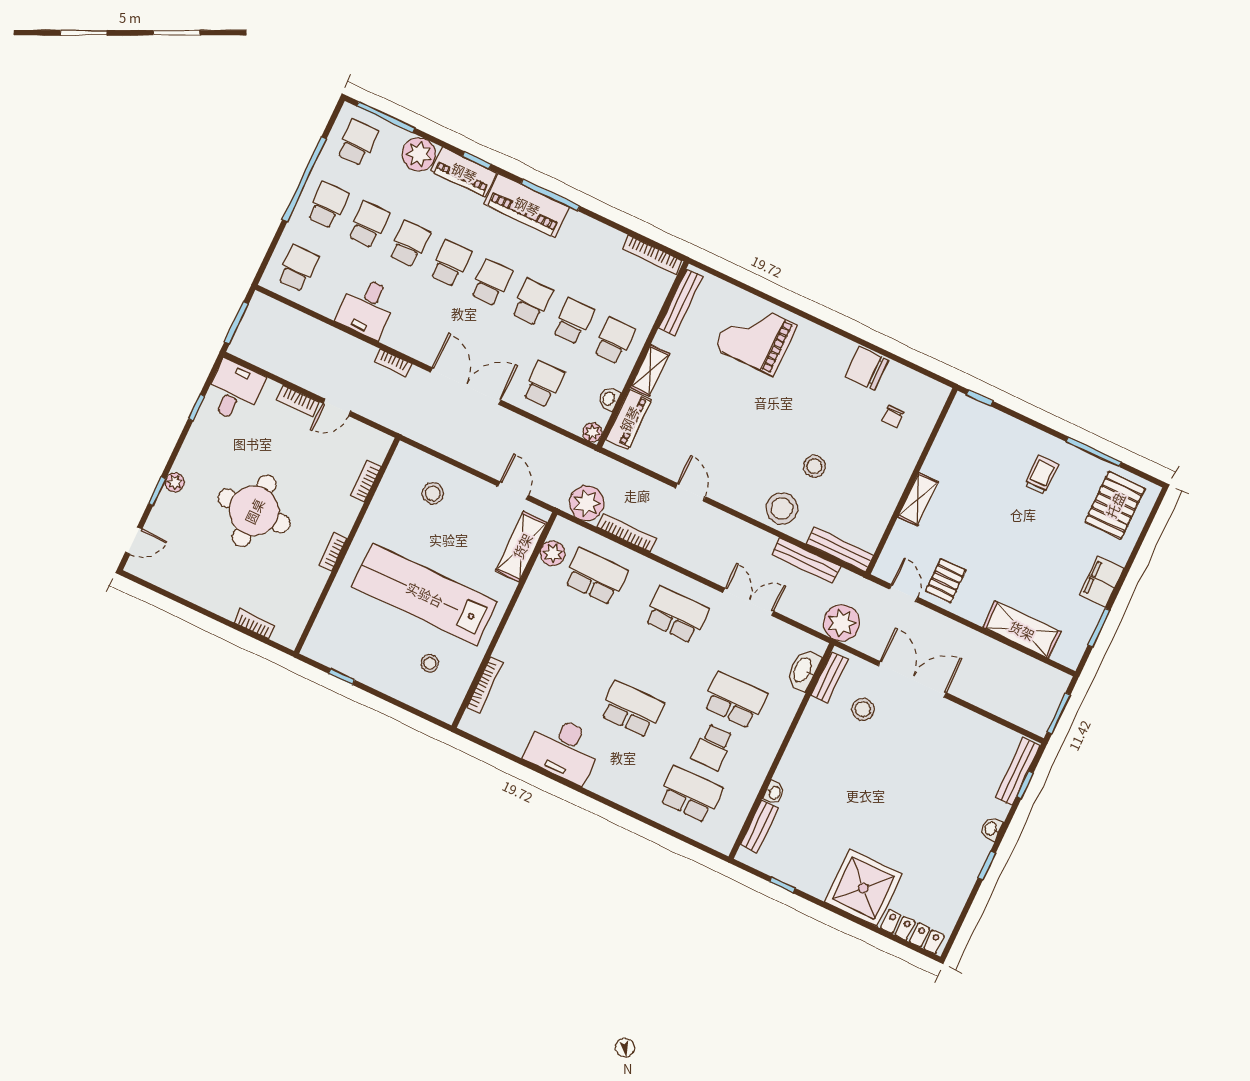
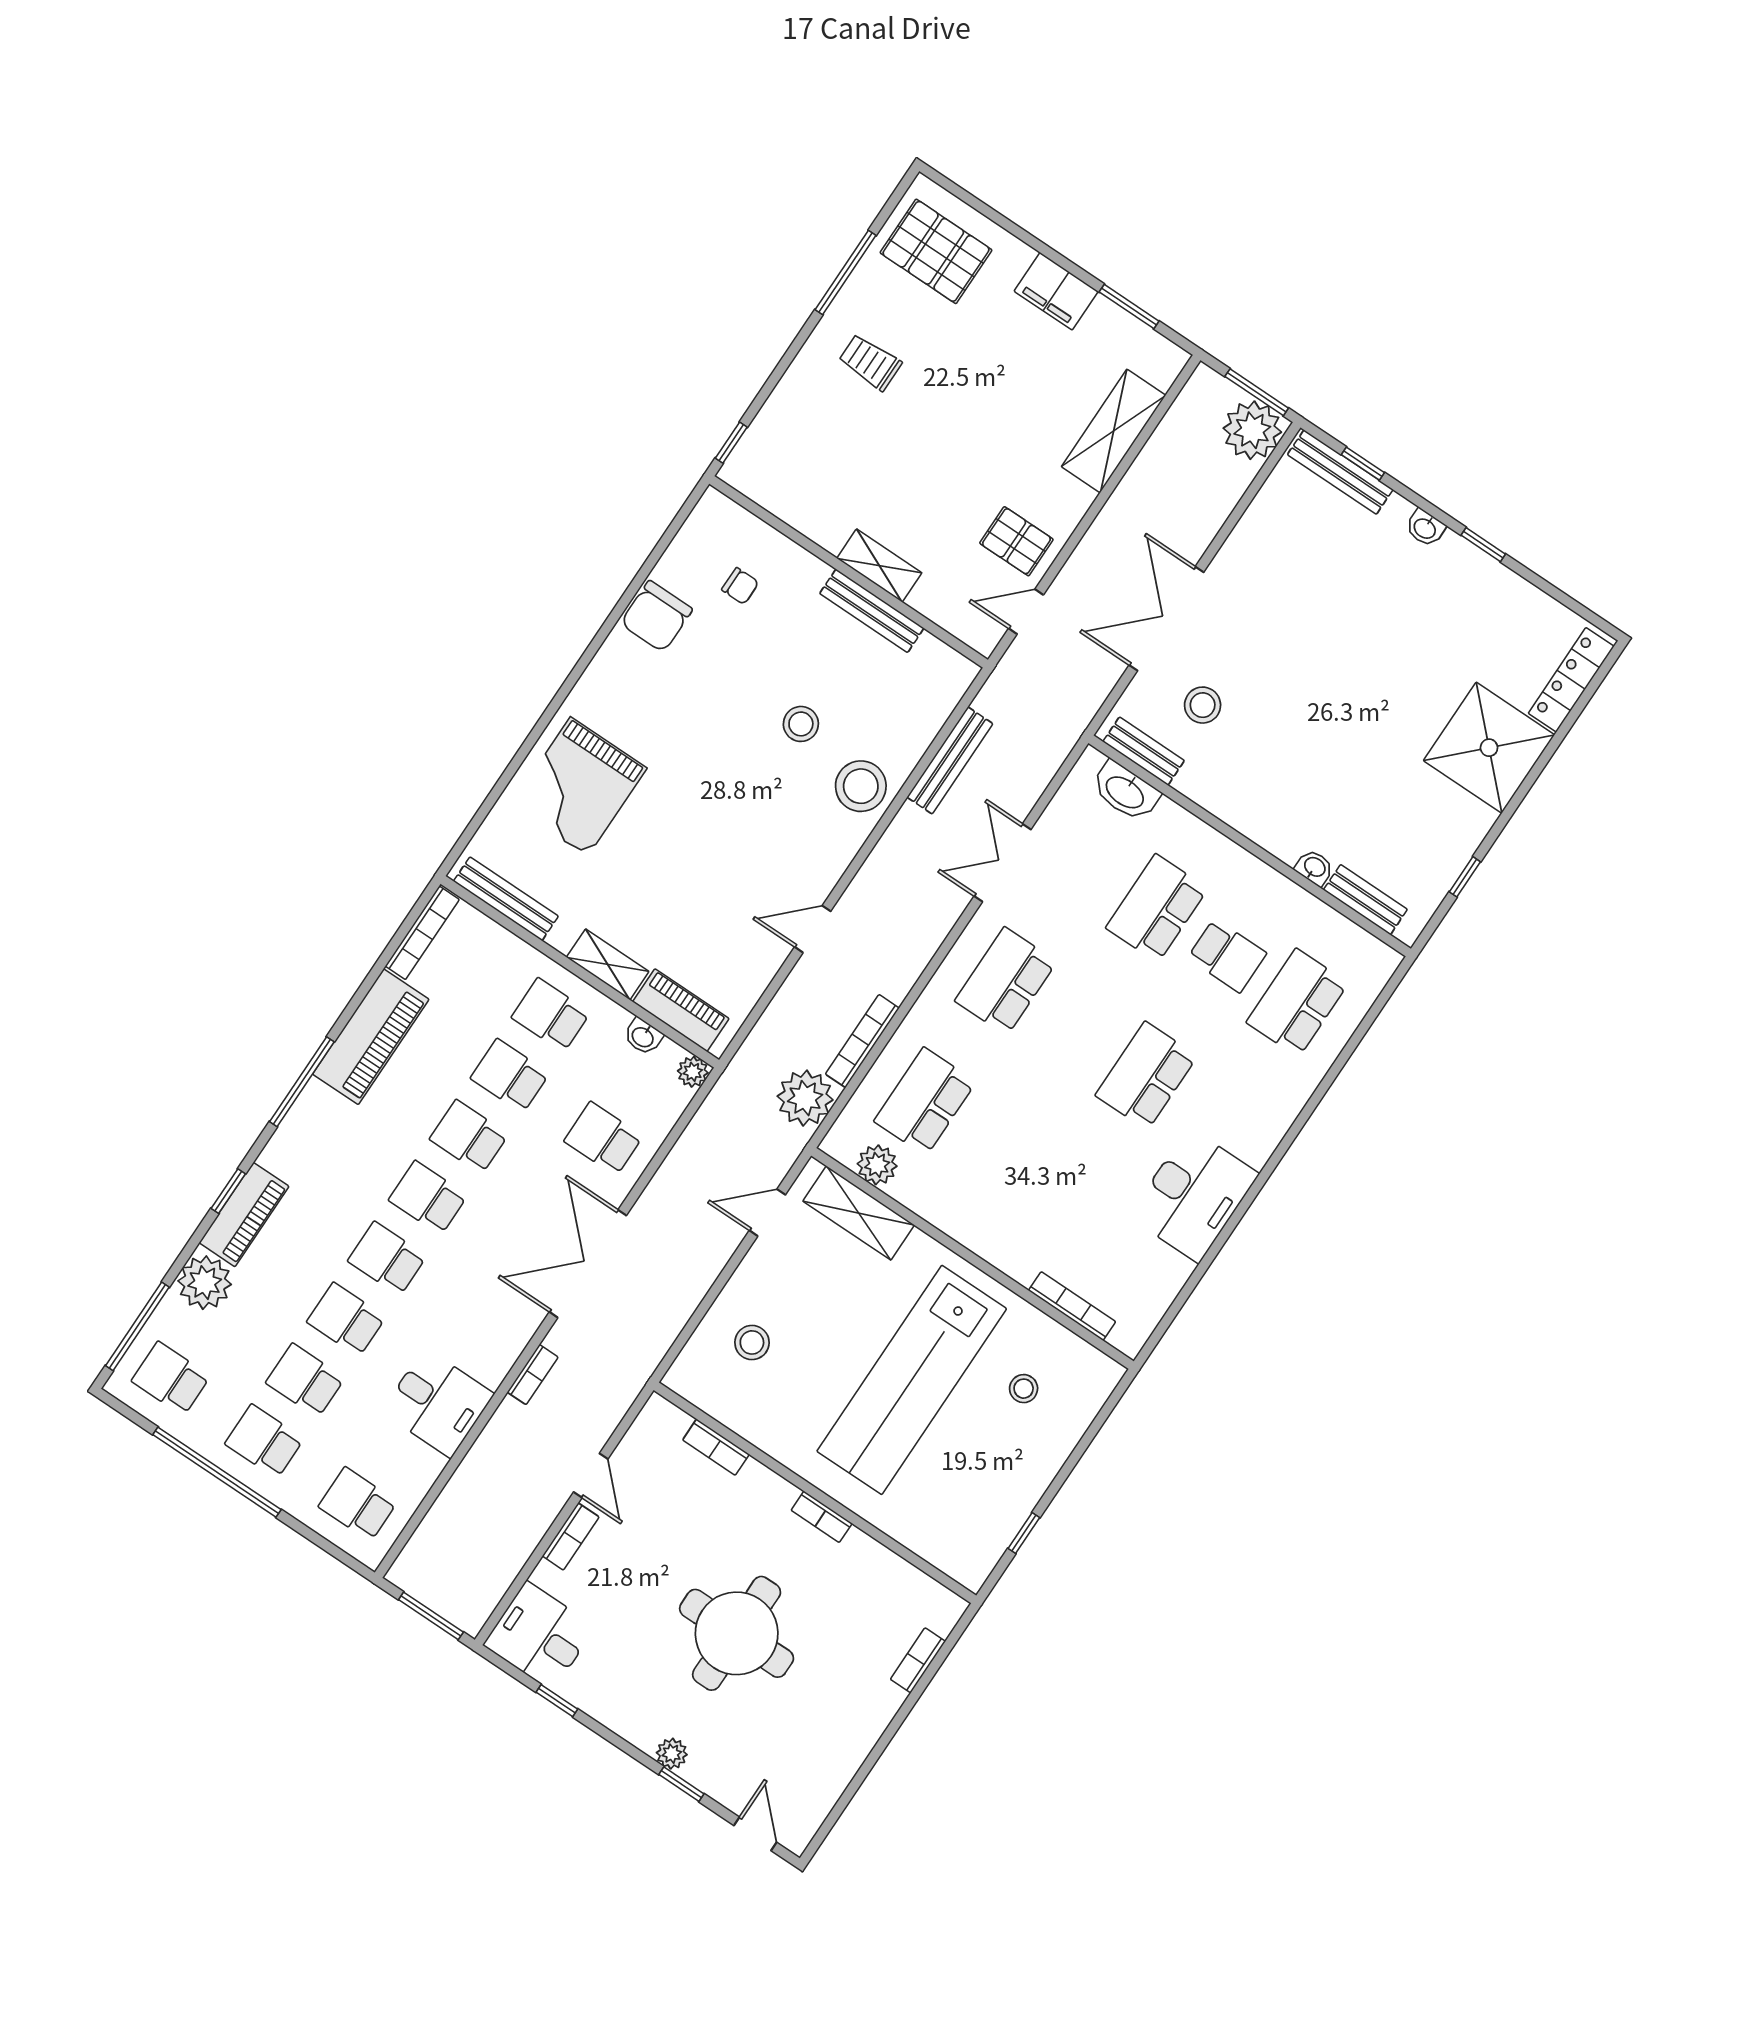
piano: (527, 206) -> (371, 1037), moved
bench: (840, 550) -> (872, 611), moved, turned 90
plant: (842, 623) -> (1252, 430), moved

